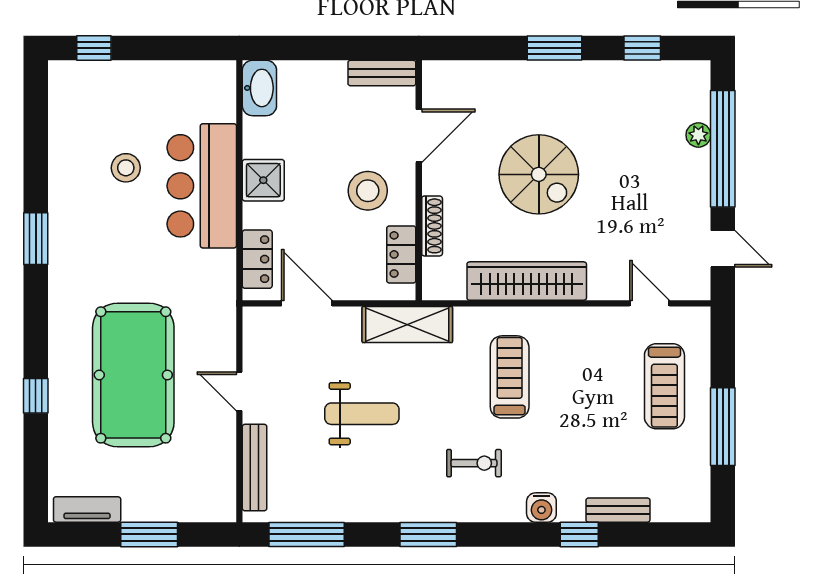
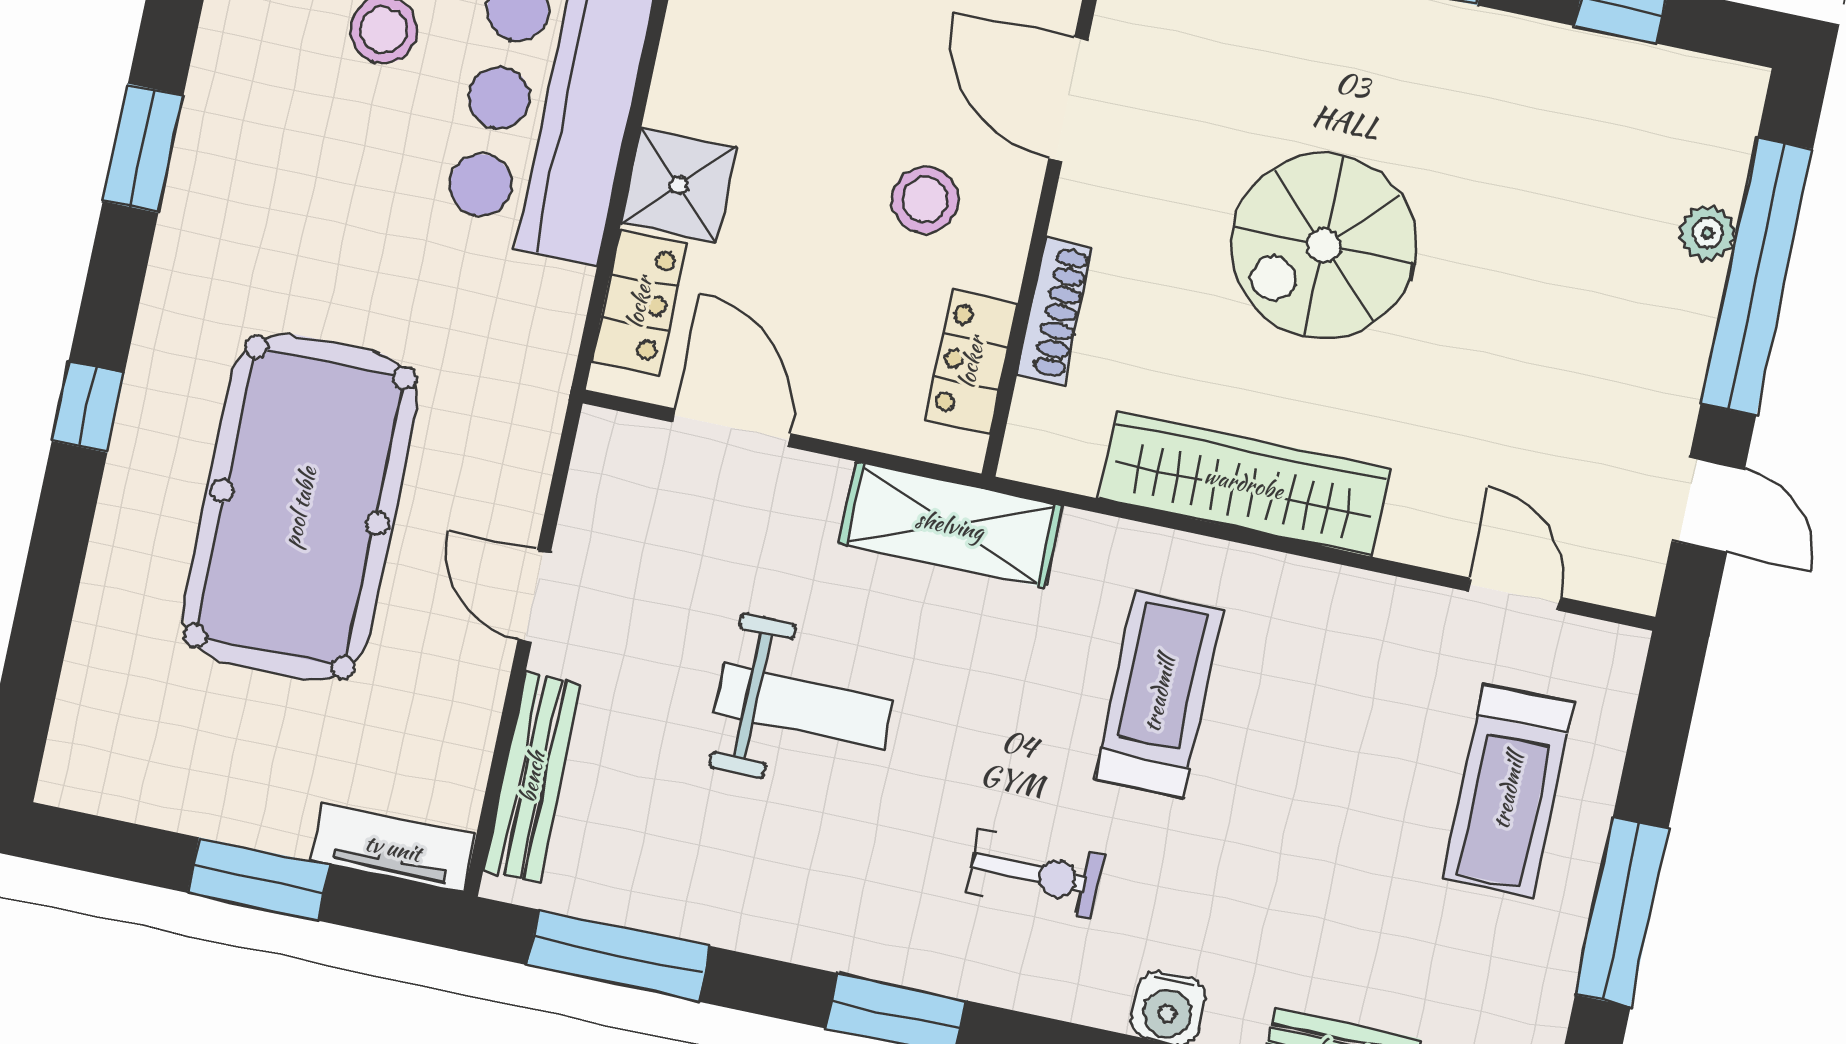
door: (419, 136) -> (1068, 99), swing flipped
spiral stairs: (539, 174) -> (1324, 246), turned 90
shower: (263, 180) -> (679, 185), moved
stool: (368, 191) -> (925, 200), width x0.73, depth x0.73
window: (36, 396) -> (88, 407), moved
tv unit: (87, 509) -> (393, 848), moved

